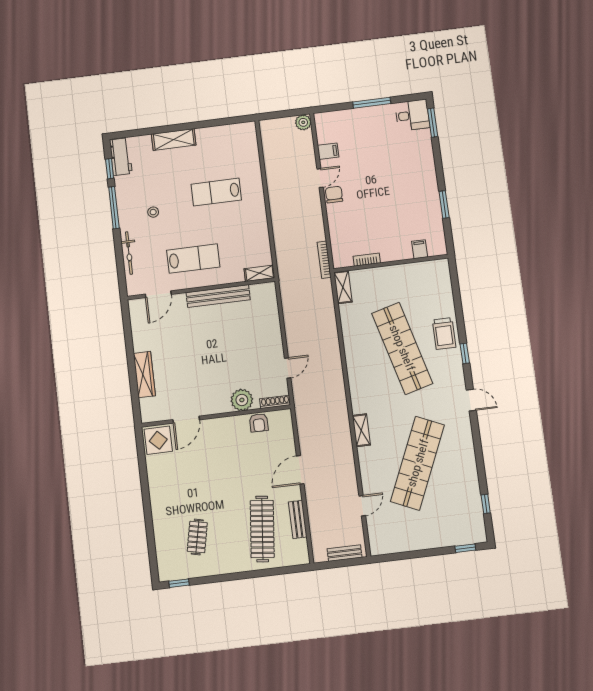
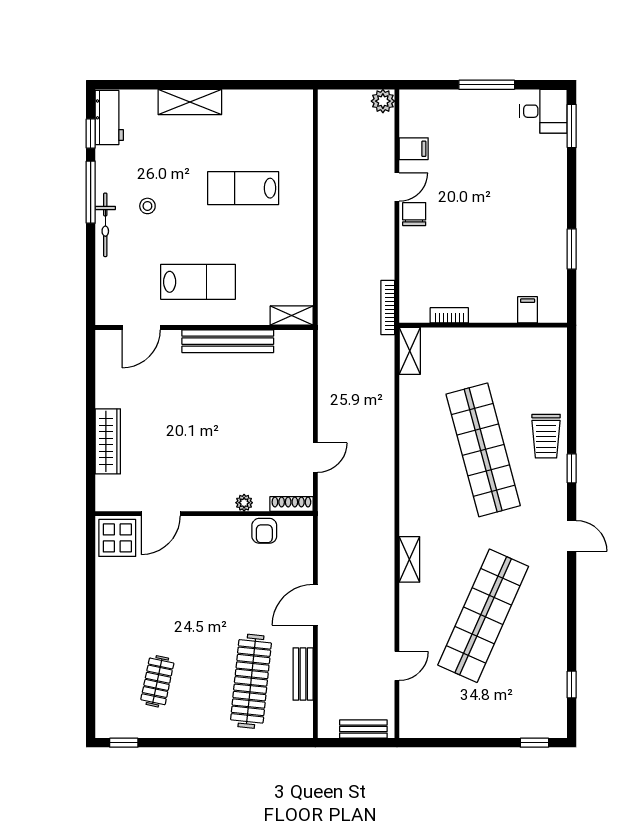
bicycle: (129, 253) -> (105, 225), moved
plant: (242, 400) -> (244, 503), width x0.53, depth x0.53

